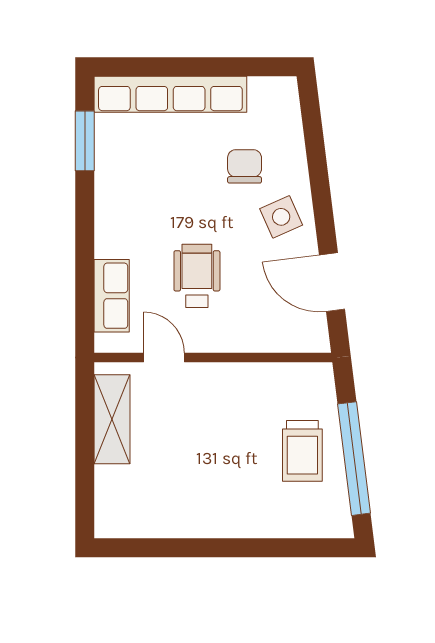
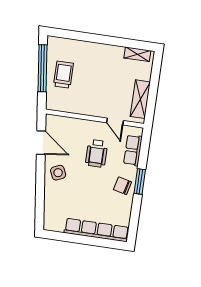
window: (85, 141) -> (140, 181), moved
chair: (245, 166) -> (123, 186), moved, turned 104
shelving: (134, 525) -> (137, 54), added

